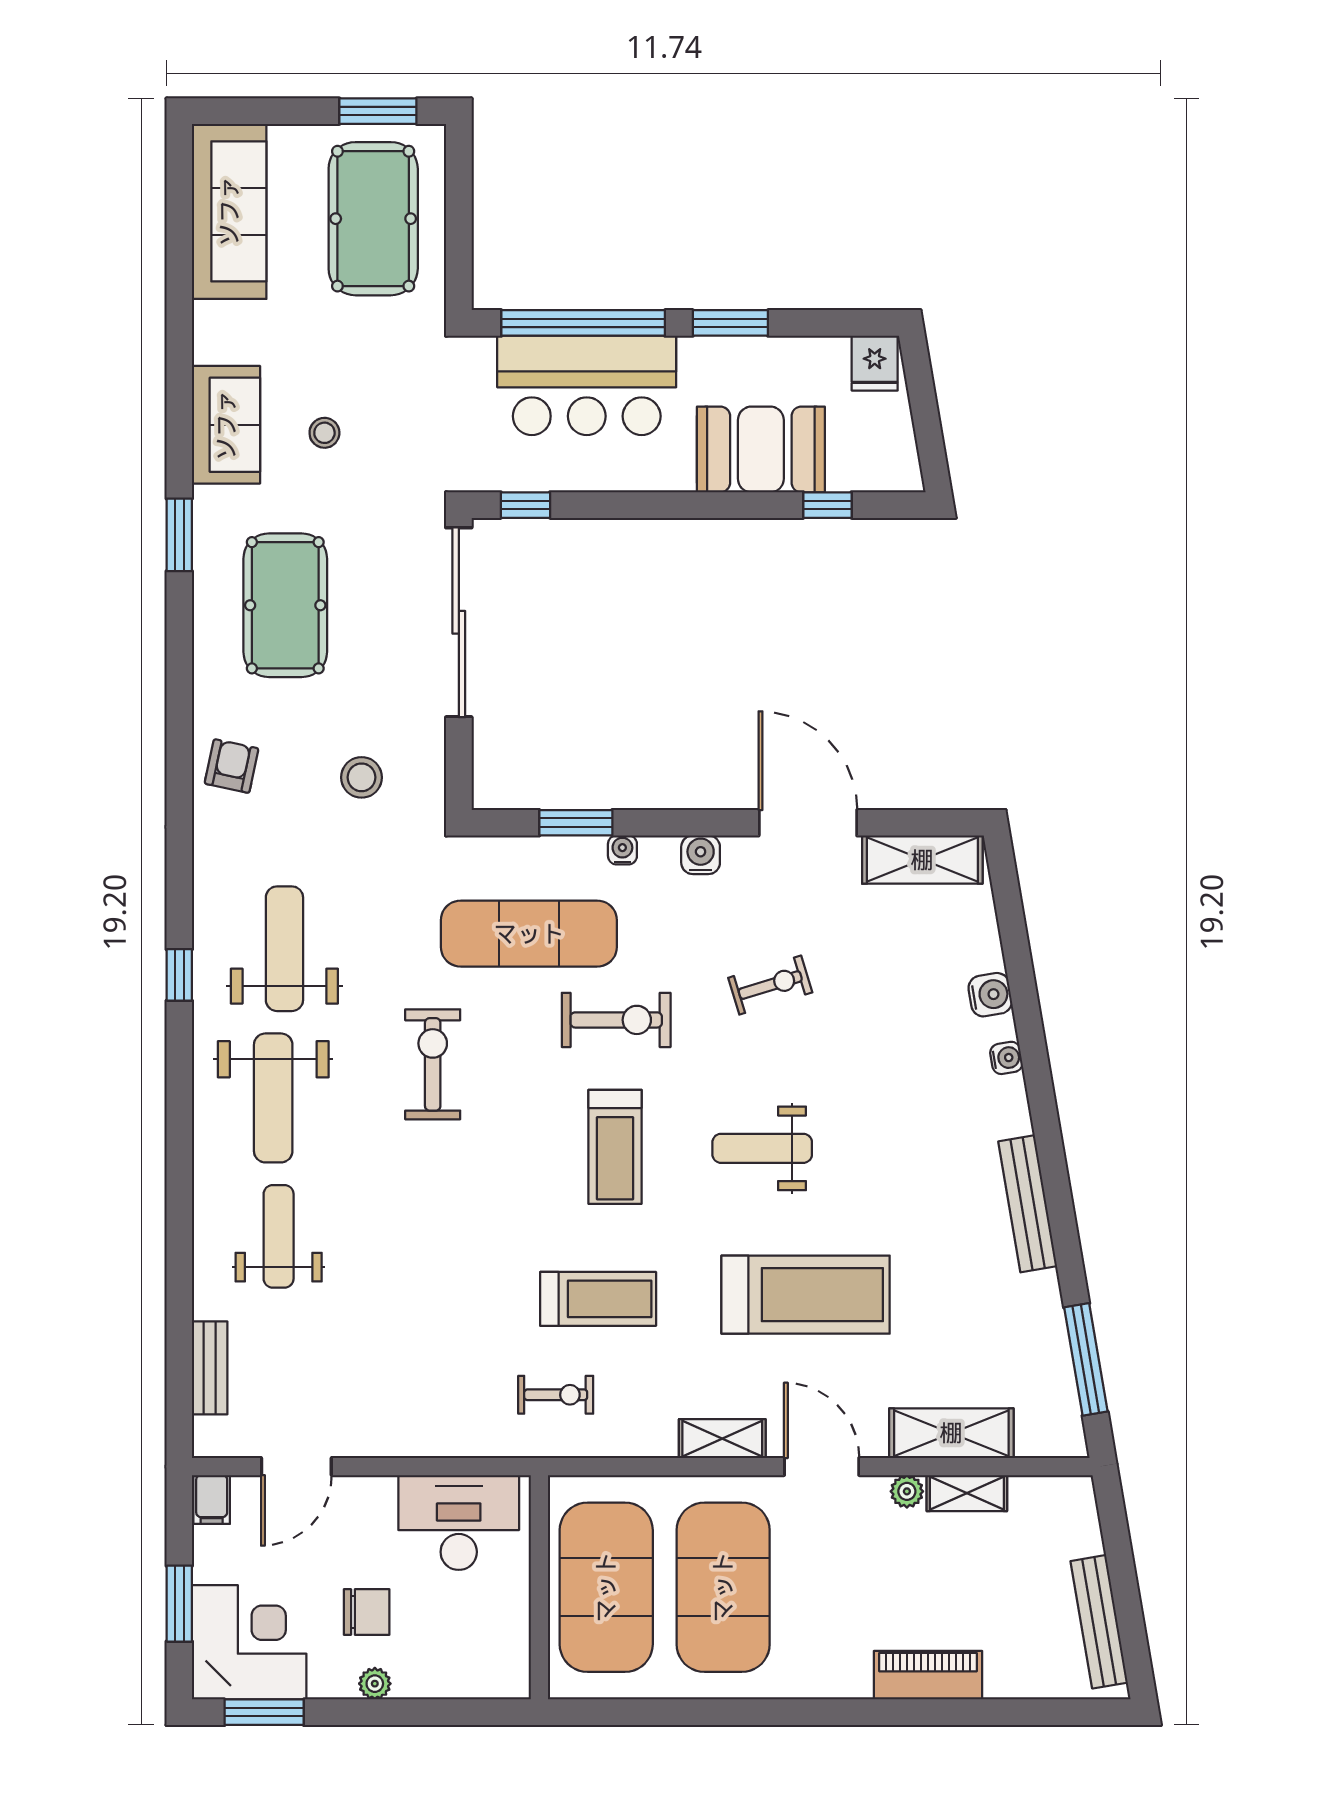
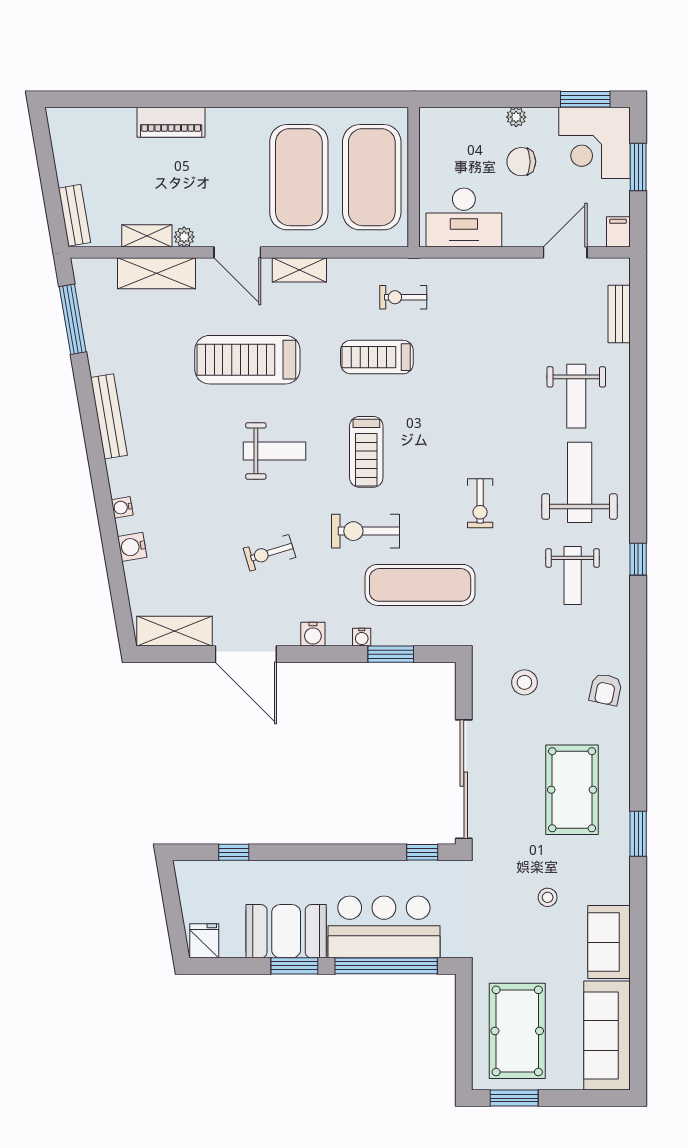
sofa: (226, 425) -> (609, 942), moved
booth: (761, 449) -> (286, 931), moved
weight bench: (284, 949) -> (573, 575), width x0.73, depth x0.75
exercise bike: (433, 1064) -> (480, 503), width x0.73, depth x0.72
treadmill: (615, 1147) -> (366, 452), turned 180
bench: (1099, 1622) -> (74, 215), moved, width x0.73

